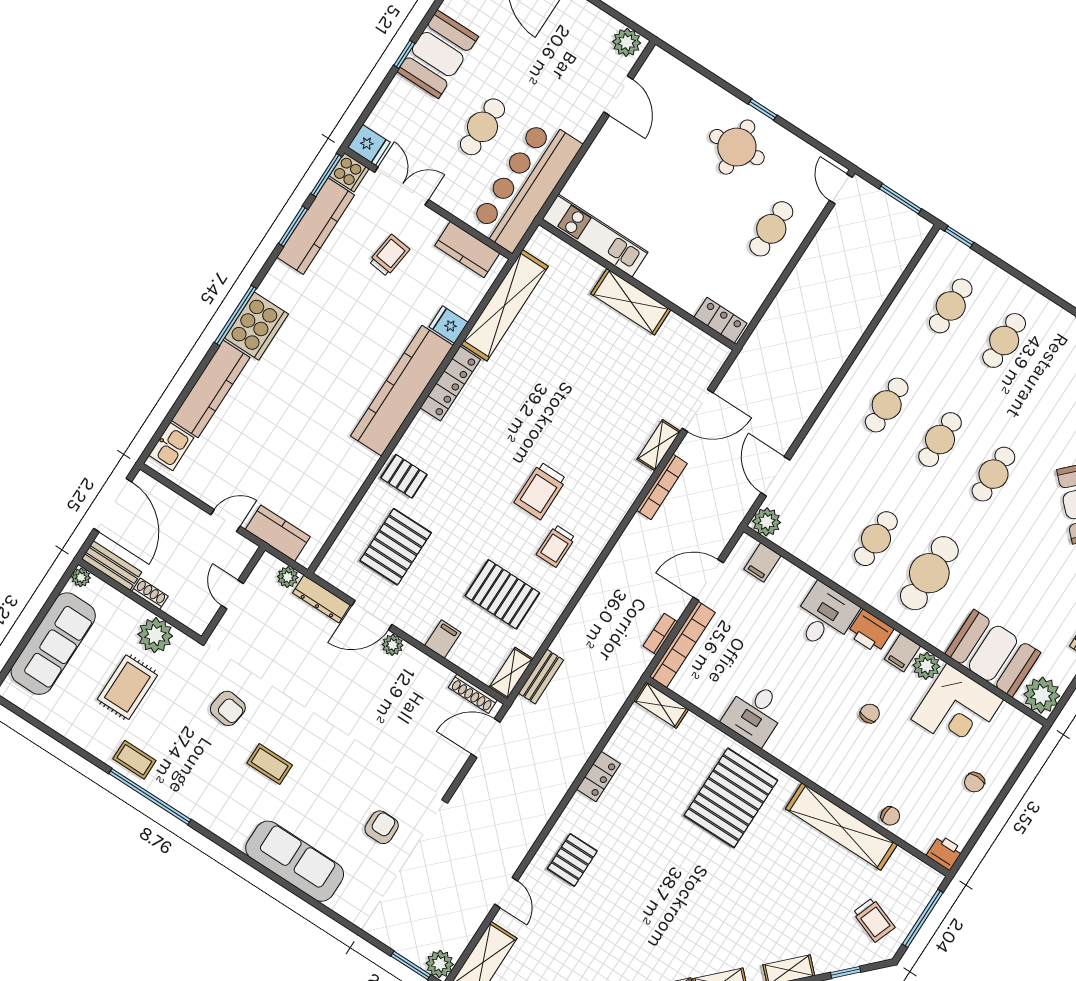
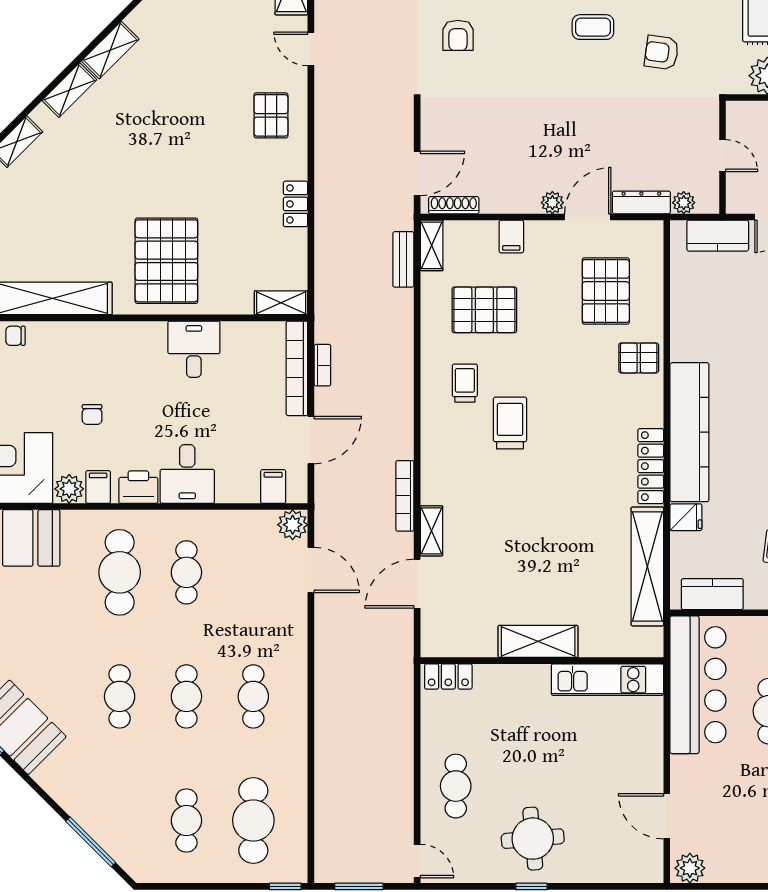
cafe table: (951, 306) -> (253, 821), width x1.37, depth x1.35

